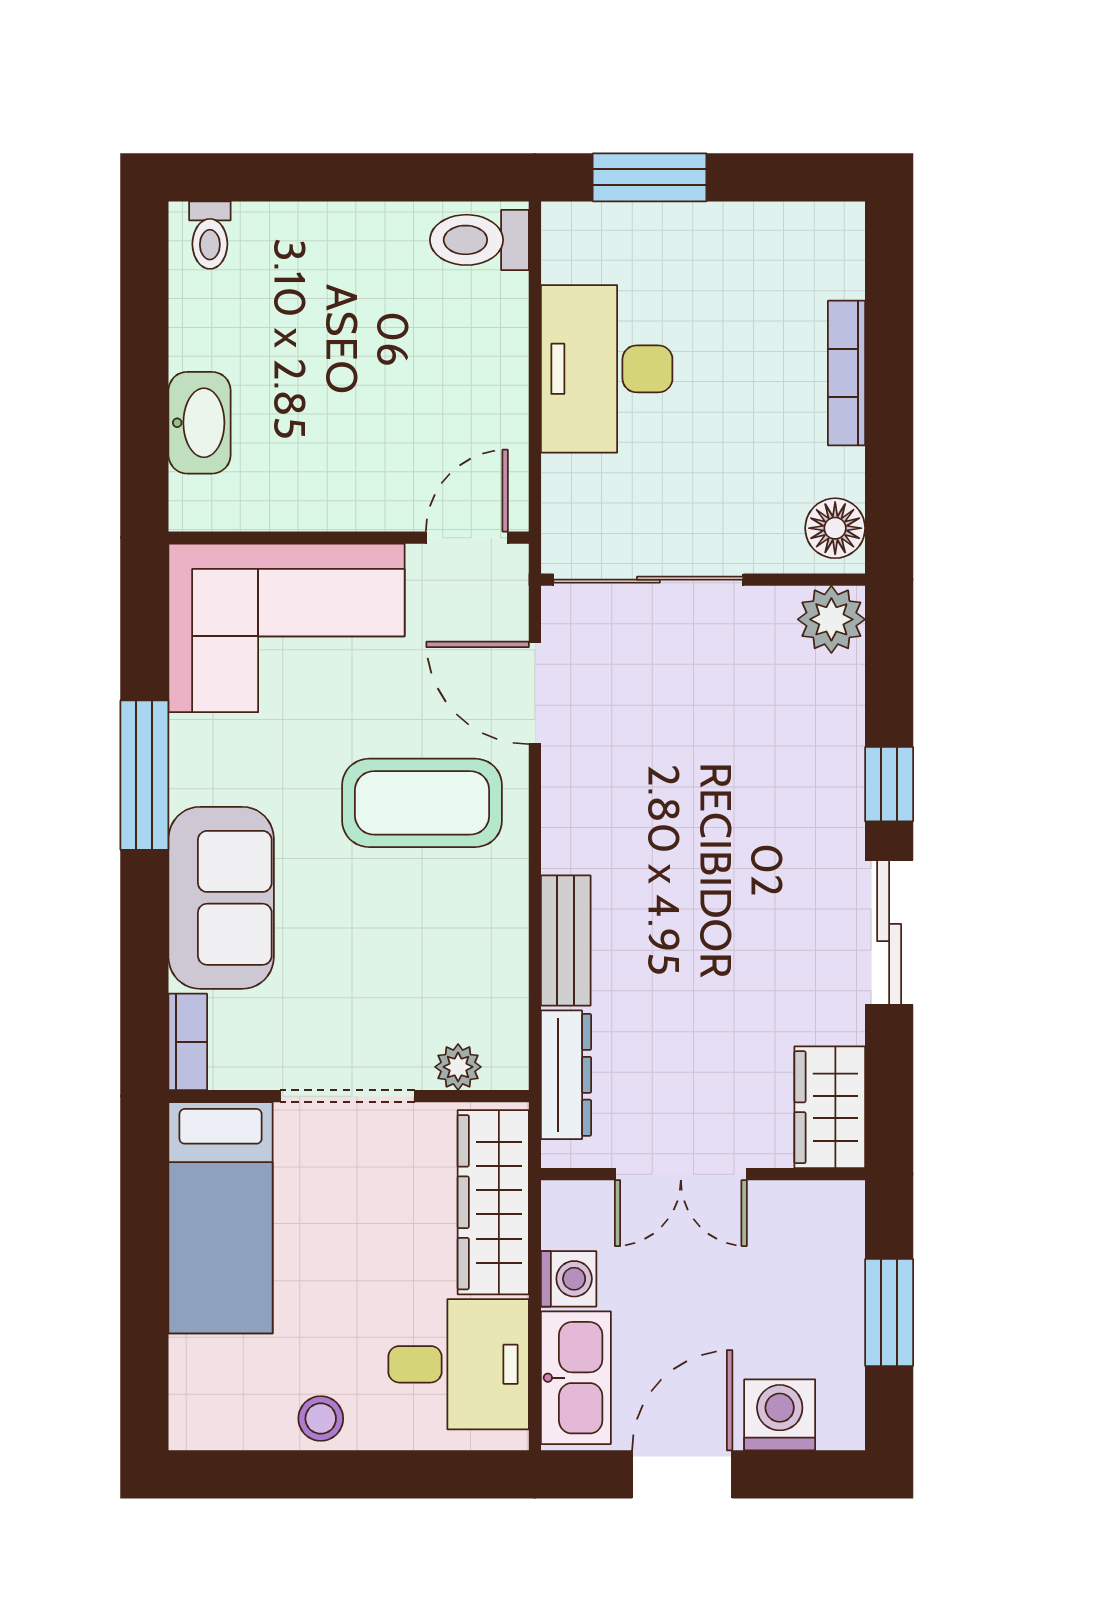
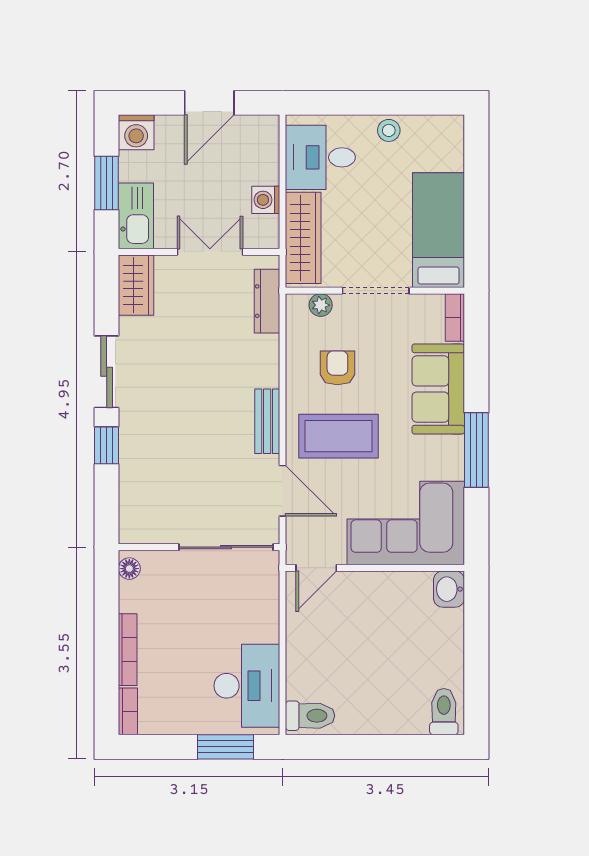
toilet: (210, 235) -> (444, 712), width x1.37, depth x1.39
bookcase: (846, 249) -> (128, 711), added
desk: (607, 369) -> (247, 686), moved
washbasin: (200, 423) -> (449, 589), moved, width x0.72
floor lamp: (835, 528) -> (129, 569), width x0.73, depth x0.73
plant: (831, 619) -> (135, 527), removed
armchair: (424, 940) -> (337, 368), added
bench: (566, 940) -> (267, 421), moved
kitchen sink: (576, 1378) -> (136, 216), moved, turned 180
washing machine: (780, 1415) -> (136, 132), moved

